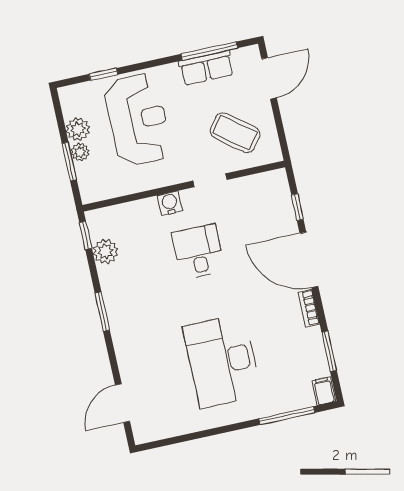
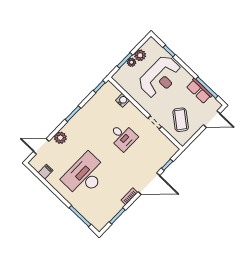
water cooler: (170, 203) -> (123, 100), moved
plant: (105, 251) -> (60, 138), moved
desk: (198, 252) -> (123, 137), turned 90
door: (309, 260) -> (149, 184), swing flipped
filing cabinet: (324, 391) -> (45, 172), moved

